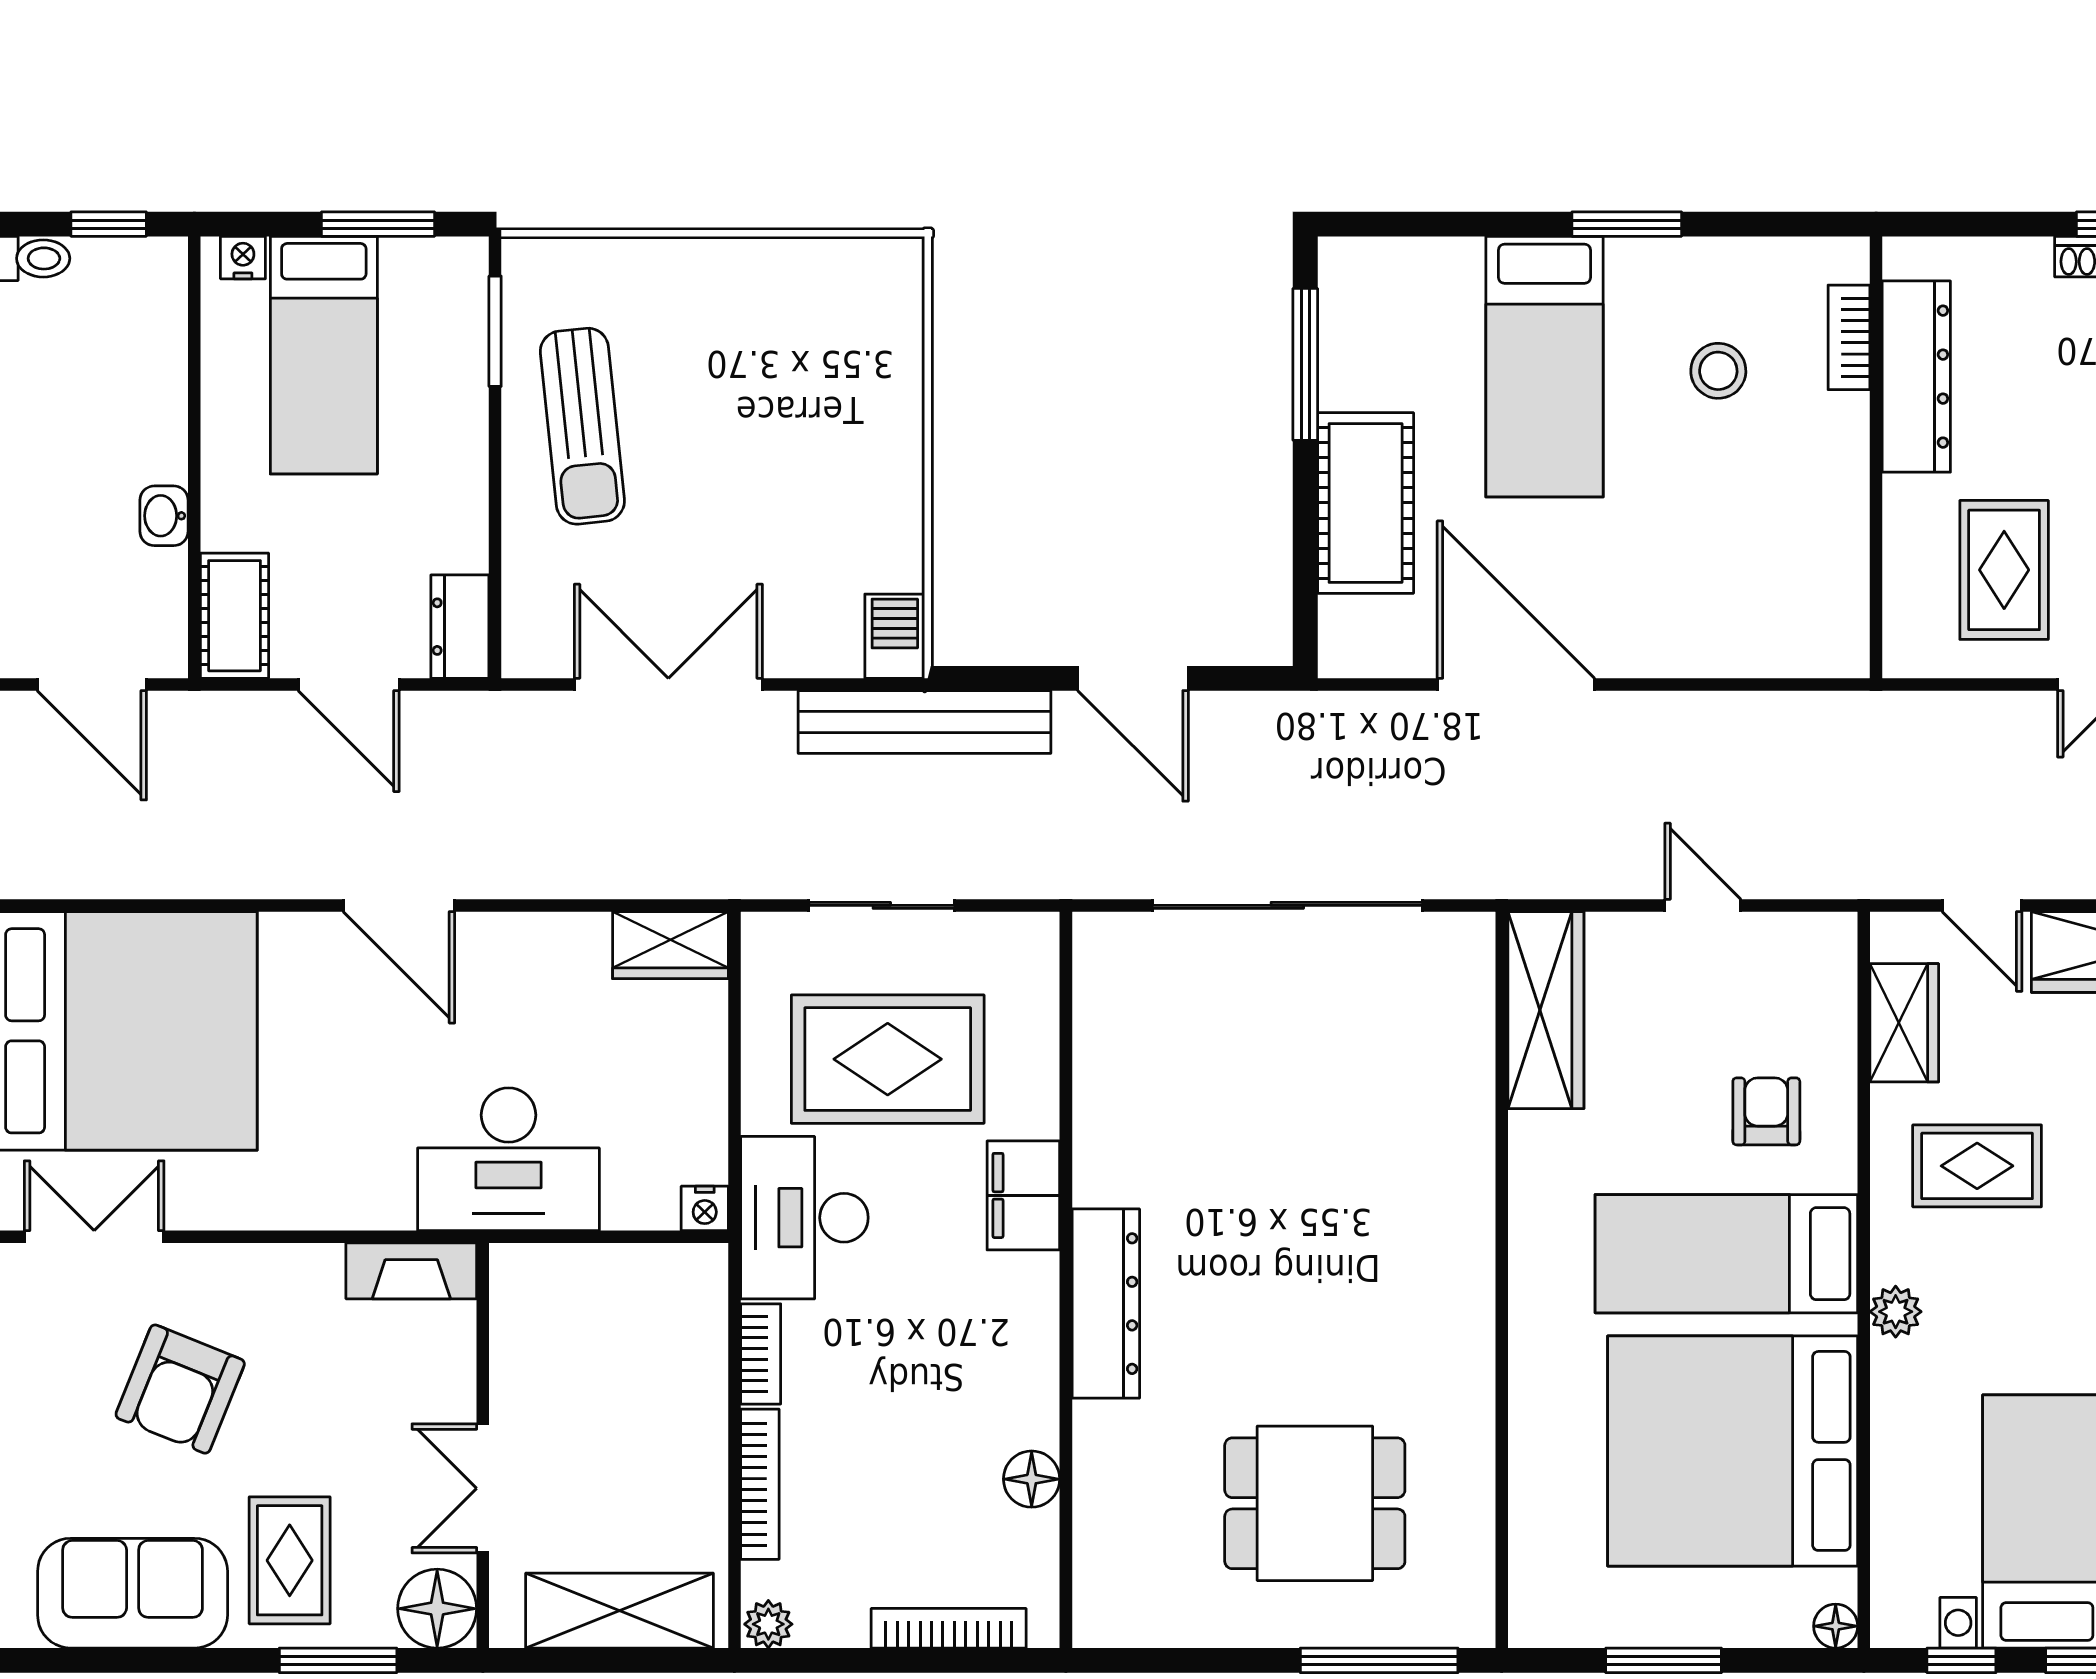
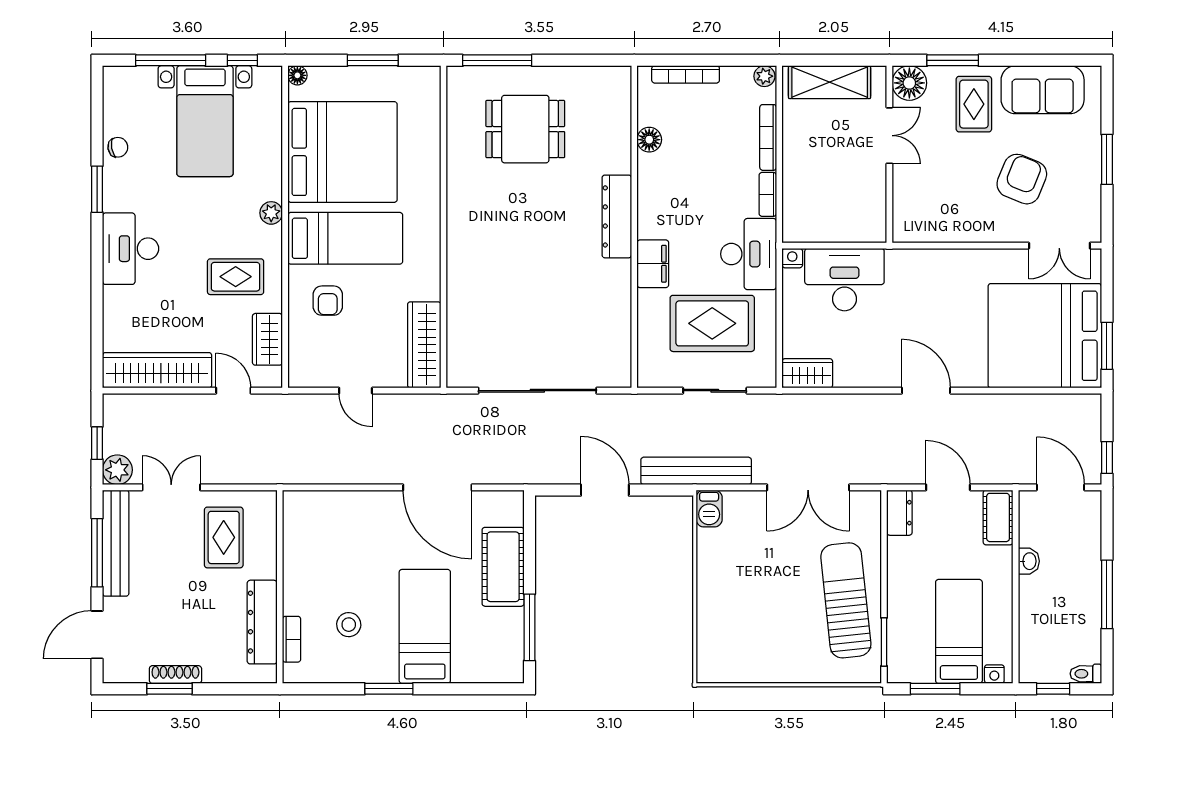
sun lounger: (582, 426) -> (846, 600), width x1.36, depth x1.34
desk: (508, 1159) -> (844, 280), moved
fireplace: (411, 1271) -> (921, 231), removed

